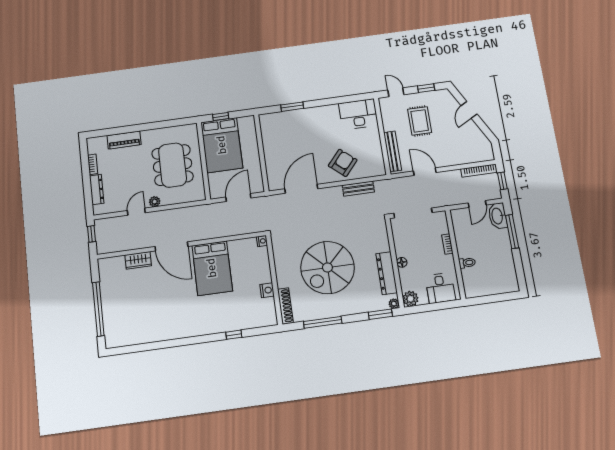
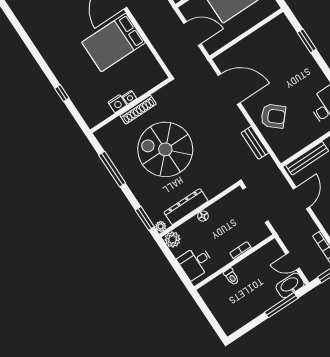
nightstand: (262, 241) -> (130, 97), moved
shoe rack: (285, 306) -> (138, 110), moved

